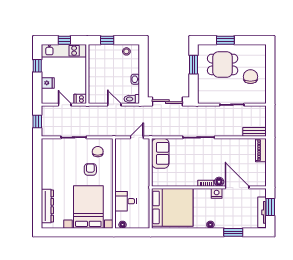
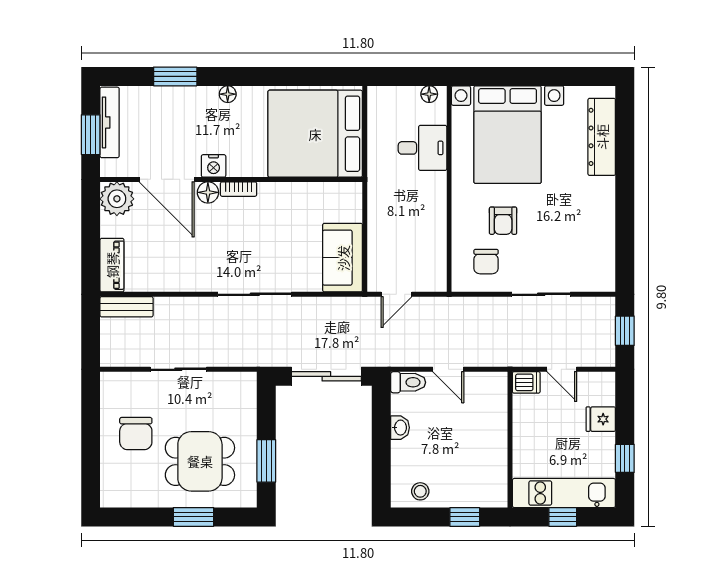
plant: (259, 179) -> (117, 199), added

